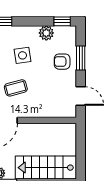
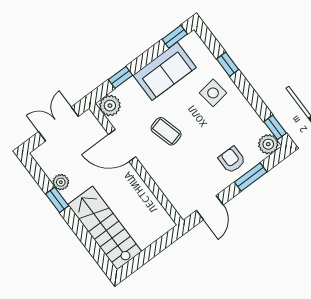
plant: (46, 33) -> (268, 144), moved
side table: (22, 55) -> (213, 93), moved

